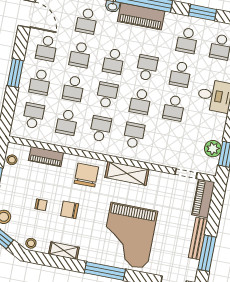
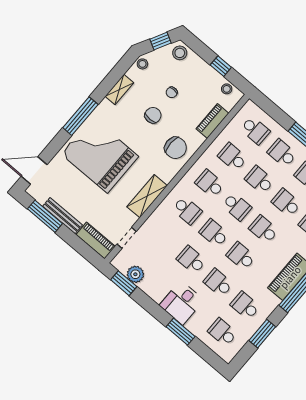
school desk: (147, 68) -> (241, 256), turned 180
school desk: (100, 129) -> (210, 184), turned 180
shelving: (127, 173) -> (147, 196), moved

